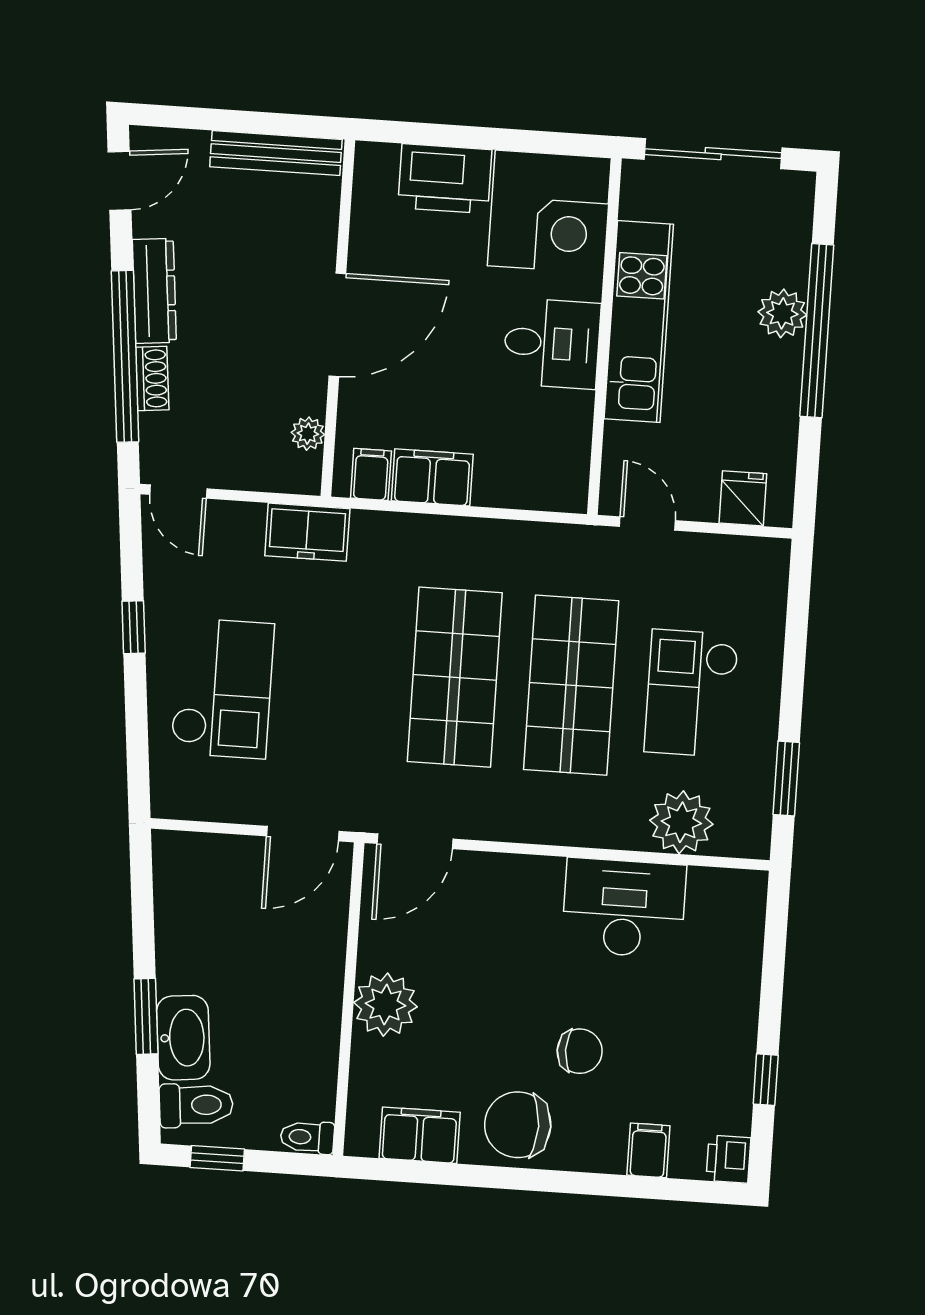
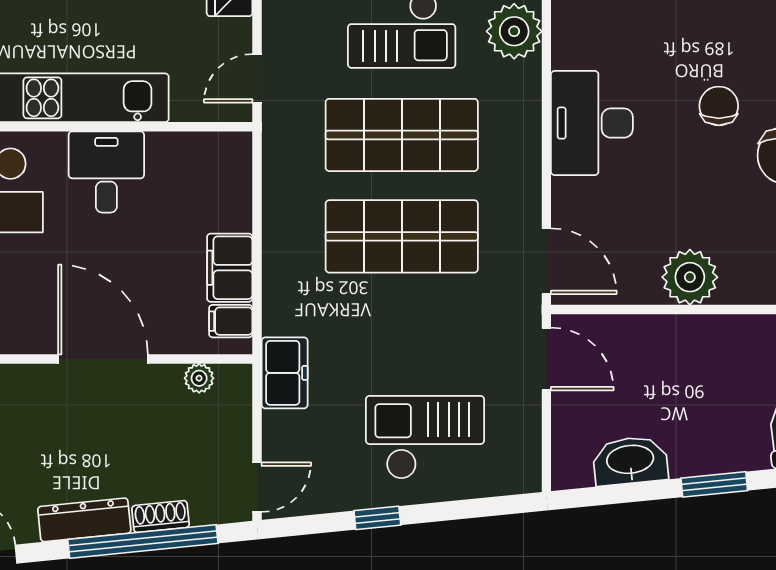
desk: (624, 908) -> (592, 123), moved
washbasin: (183, 1038) -> (630, 461), moved

